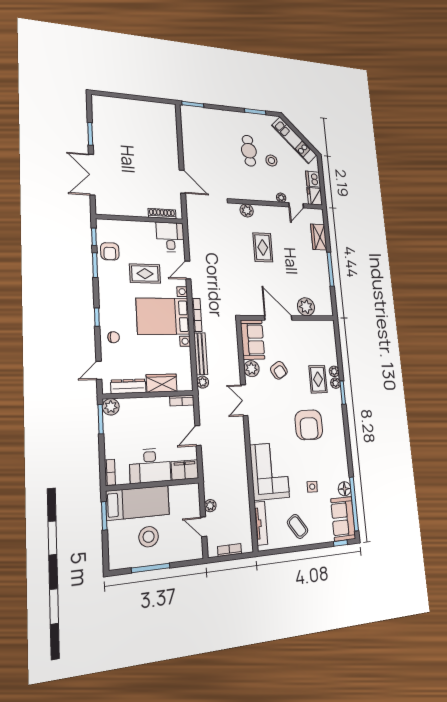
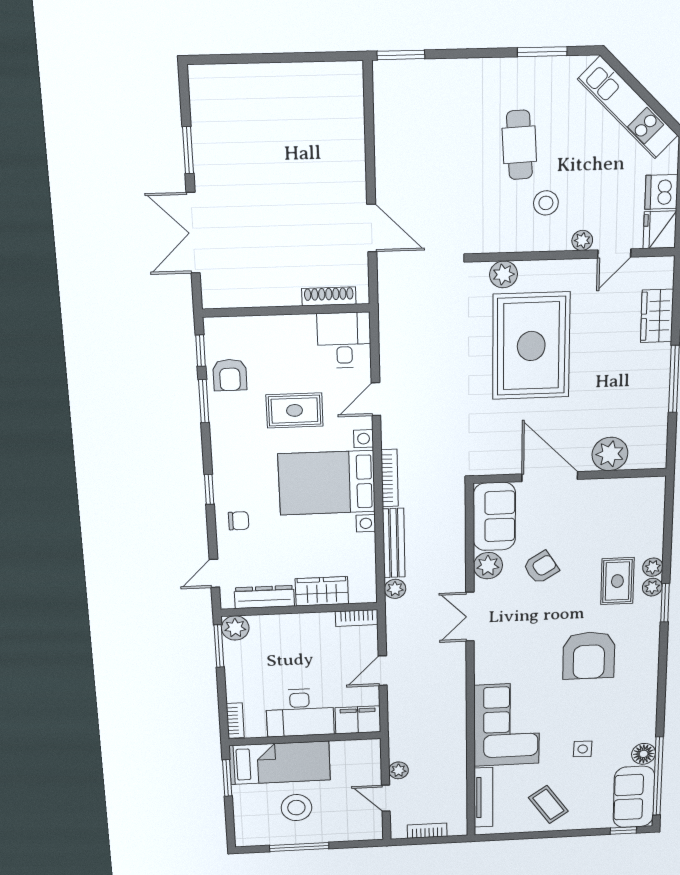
stool: (271, 161) -> (546, 203), moved
rug: (263, 247) -> (531, 346), width x1.86, depth x2.06
armchair: (279, 370) -> (541, 567), turned -90

